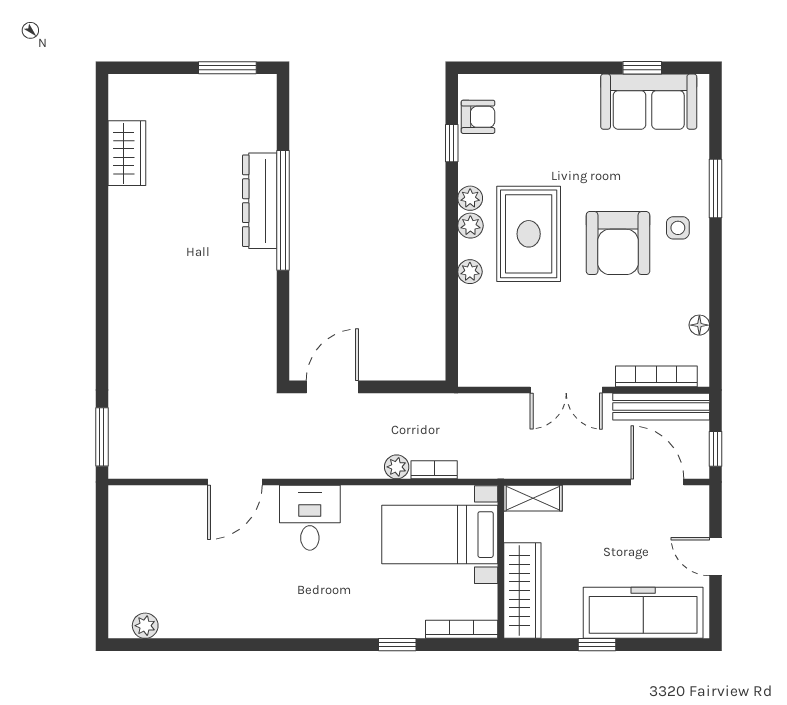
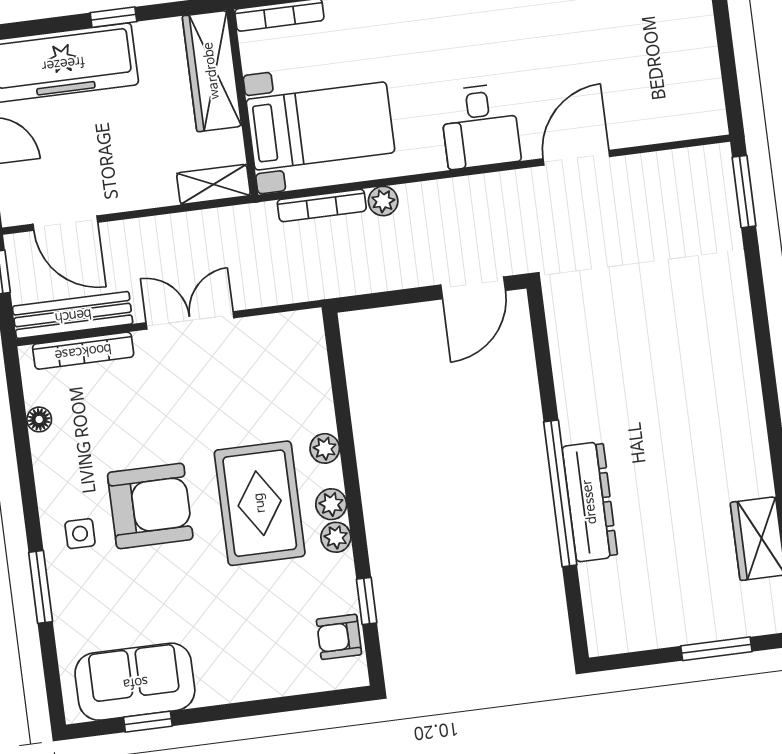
window: (227, 68) -> (716, 649), moved
armchair: (618, 243) -> (150, 506), turned 90
bookcase: (434, 470) -> (322, 205), width x1.56

